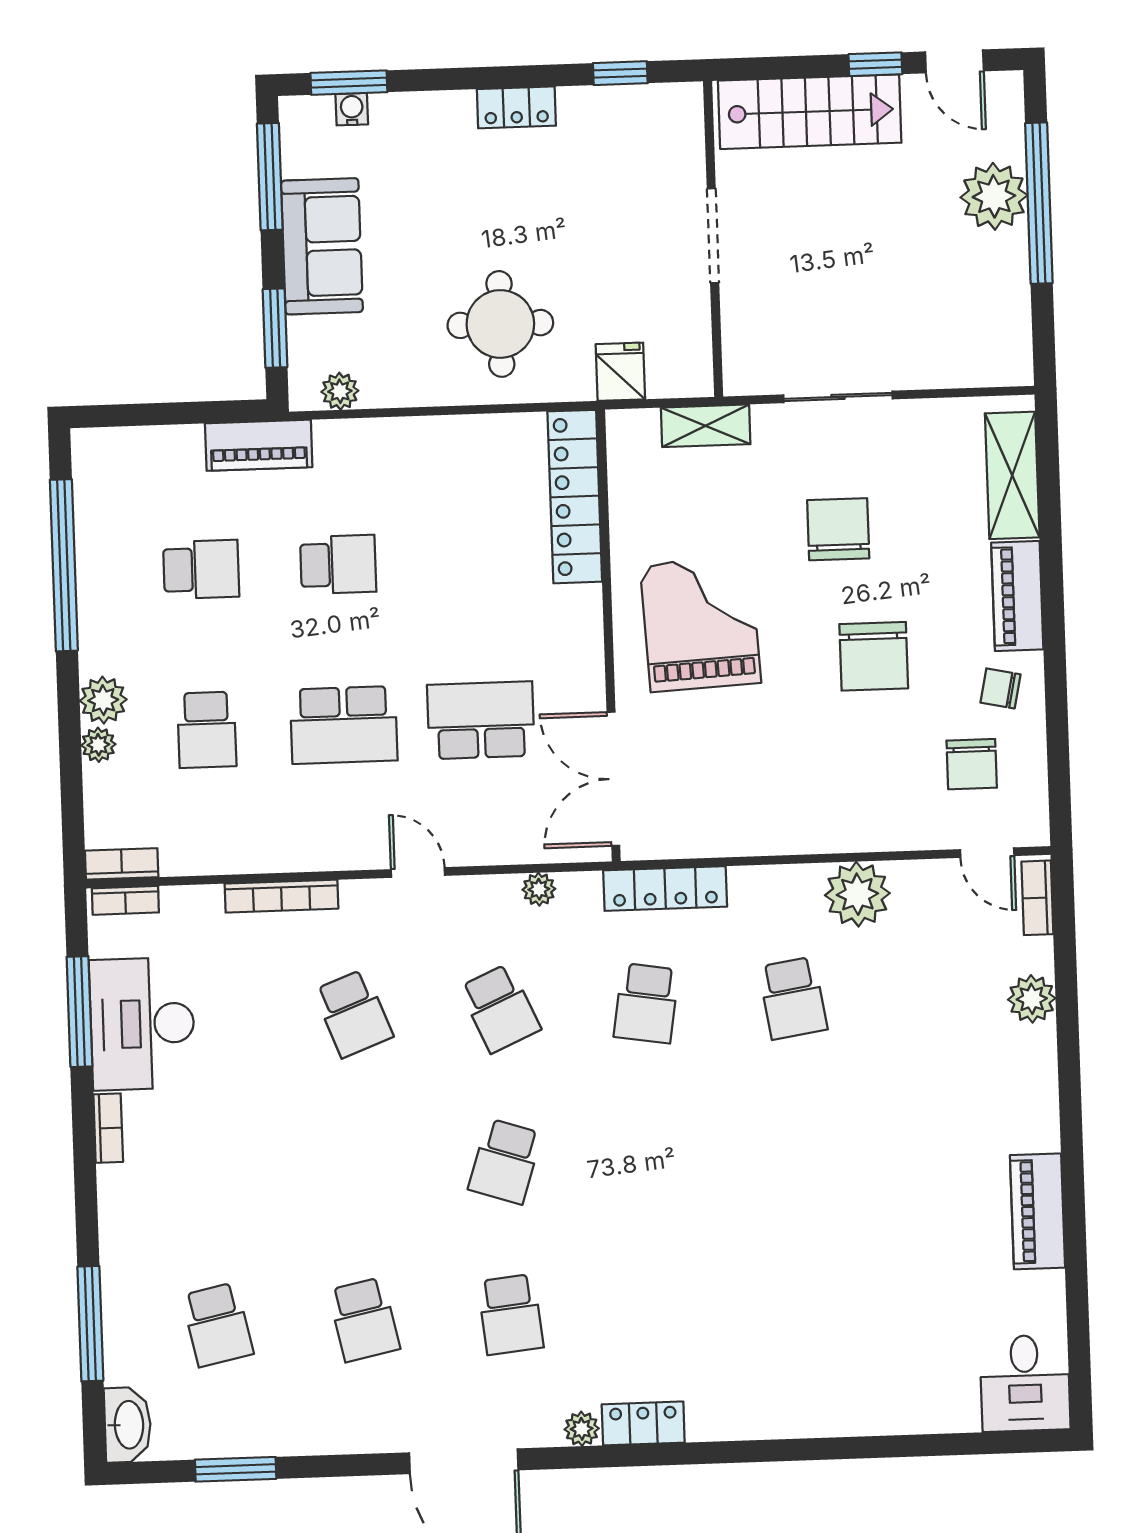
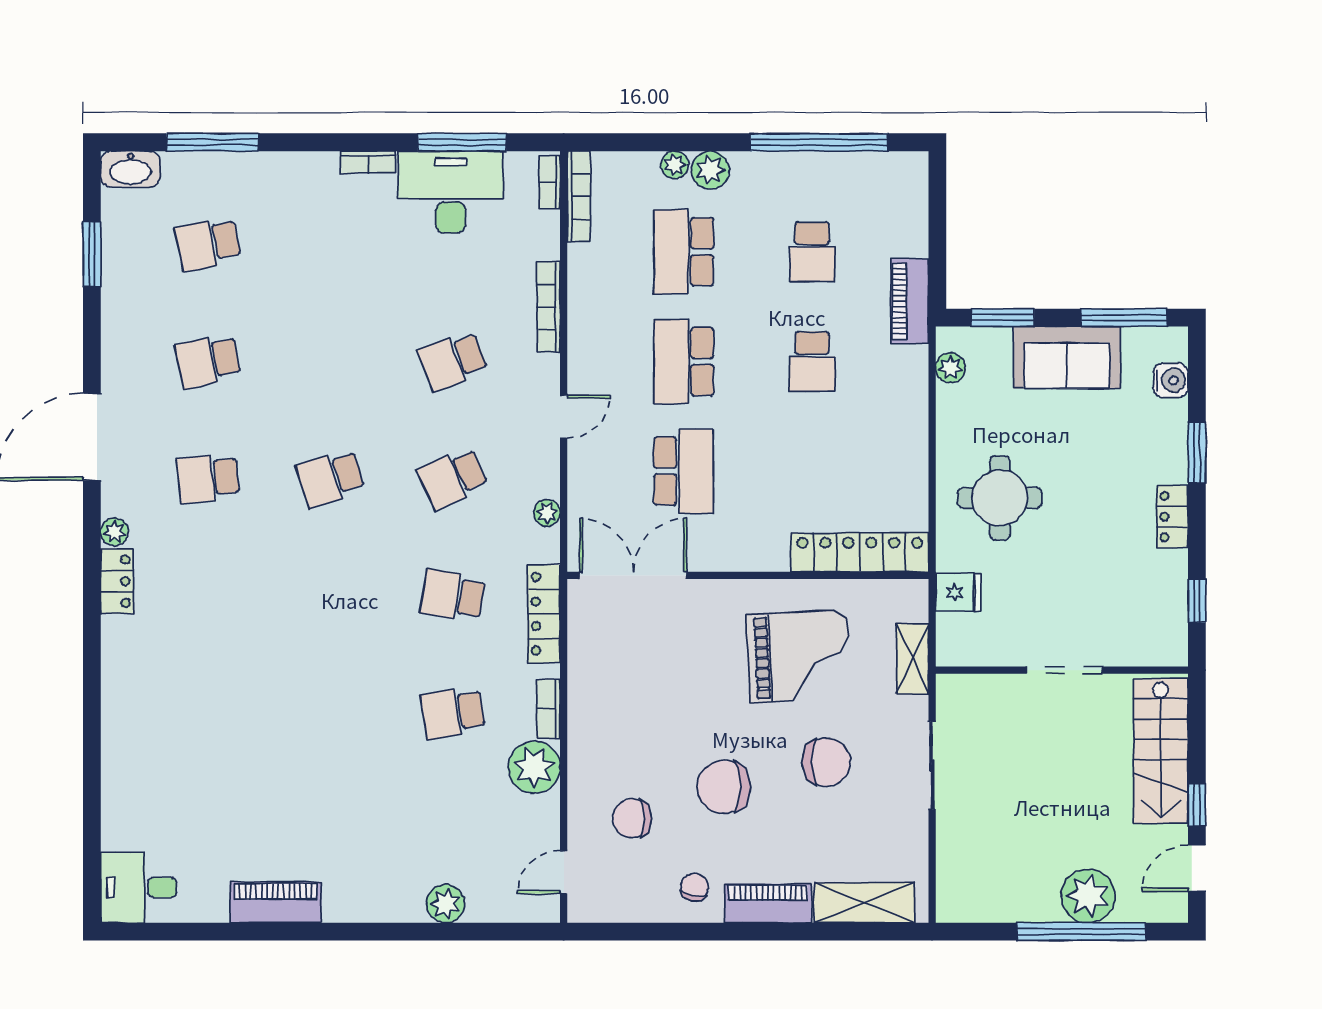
window: (349, 83) -> (1197, 453), moved
water cooler: (352, 109) -> (1171, 380), width x1.38, depth x1.38
grand piano: (700, 624) -> (799, 656), moved
school desk: (207, 730) -> (684, 252), width x1.85
chair: (972, 764) -> (632, 818), moved
bookcase: (122, 864) -> (579, 196), width x1.56
bookcase: (1037, 898) -> (548, 709), moved, turned -90
school desk: (505, 1161) -> (330, 478), turned -36

